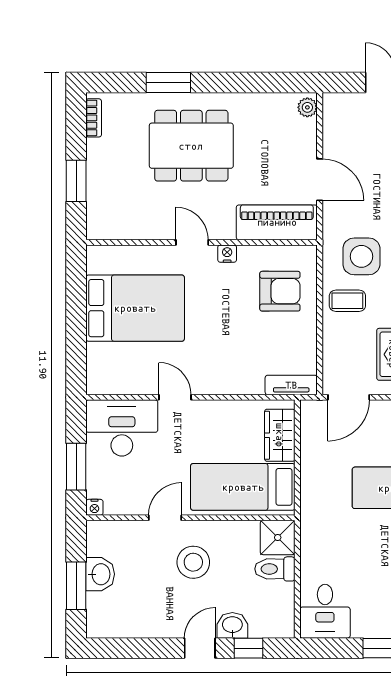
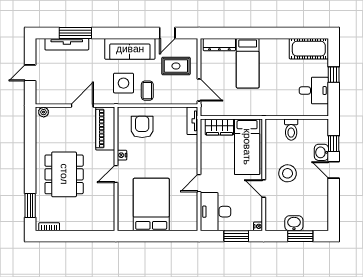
window: (168, 82) -> (30, 206), moved
window: (76, 181) -> (83, 236), removed
shower: (278, 538) -> (274, 128), removed
desk: (325, 611) -> (314, 90), moved

